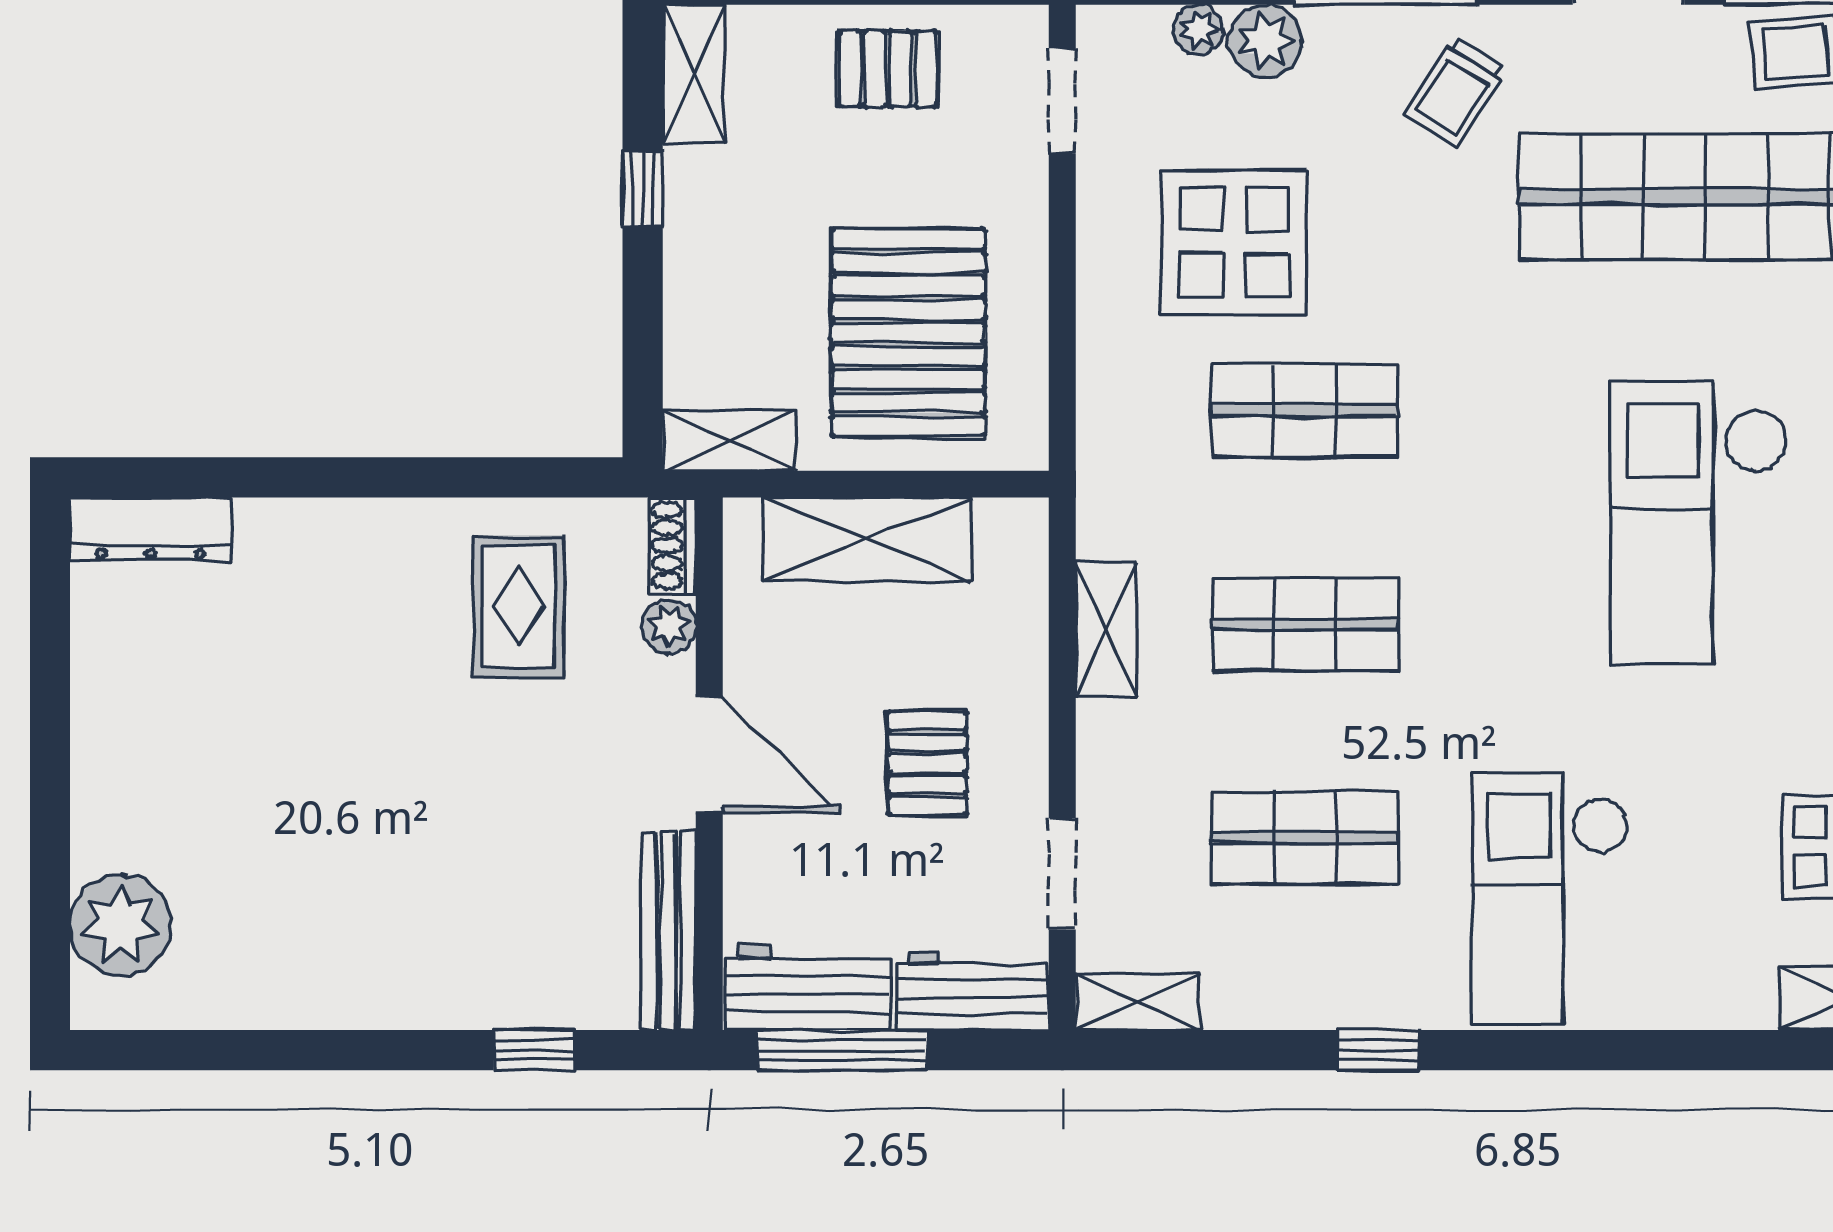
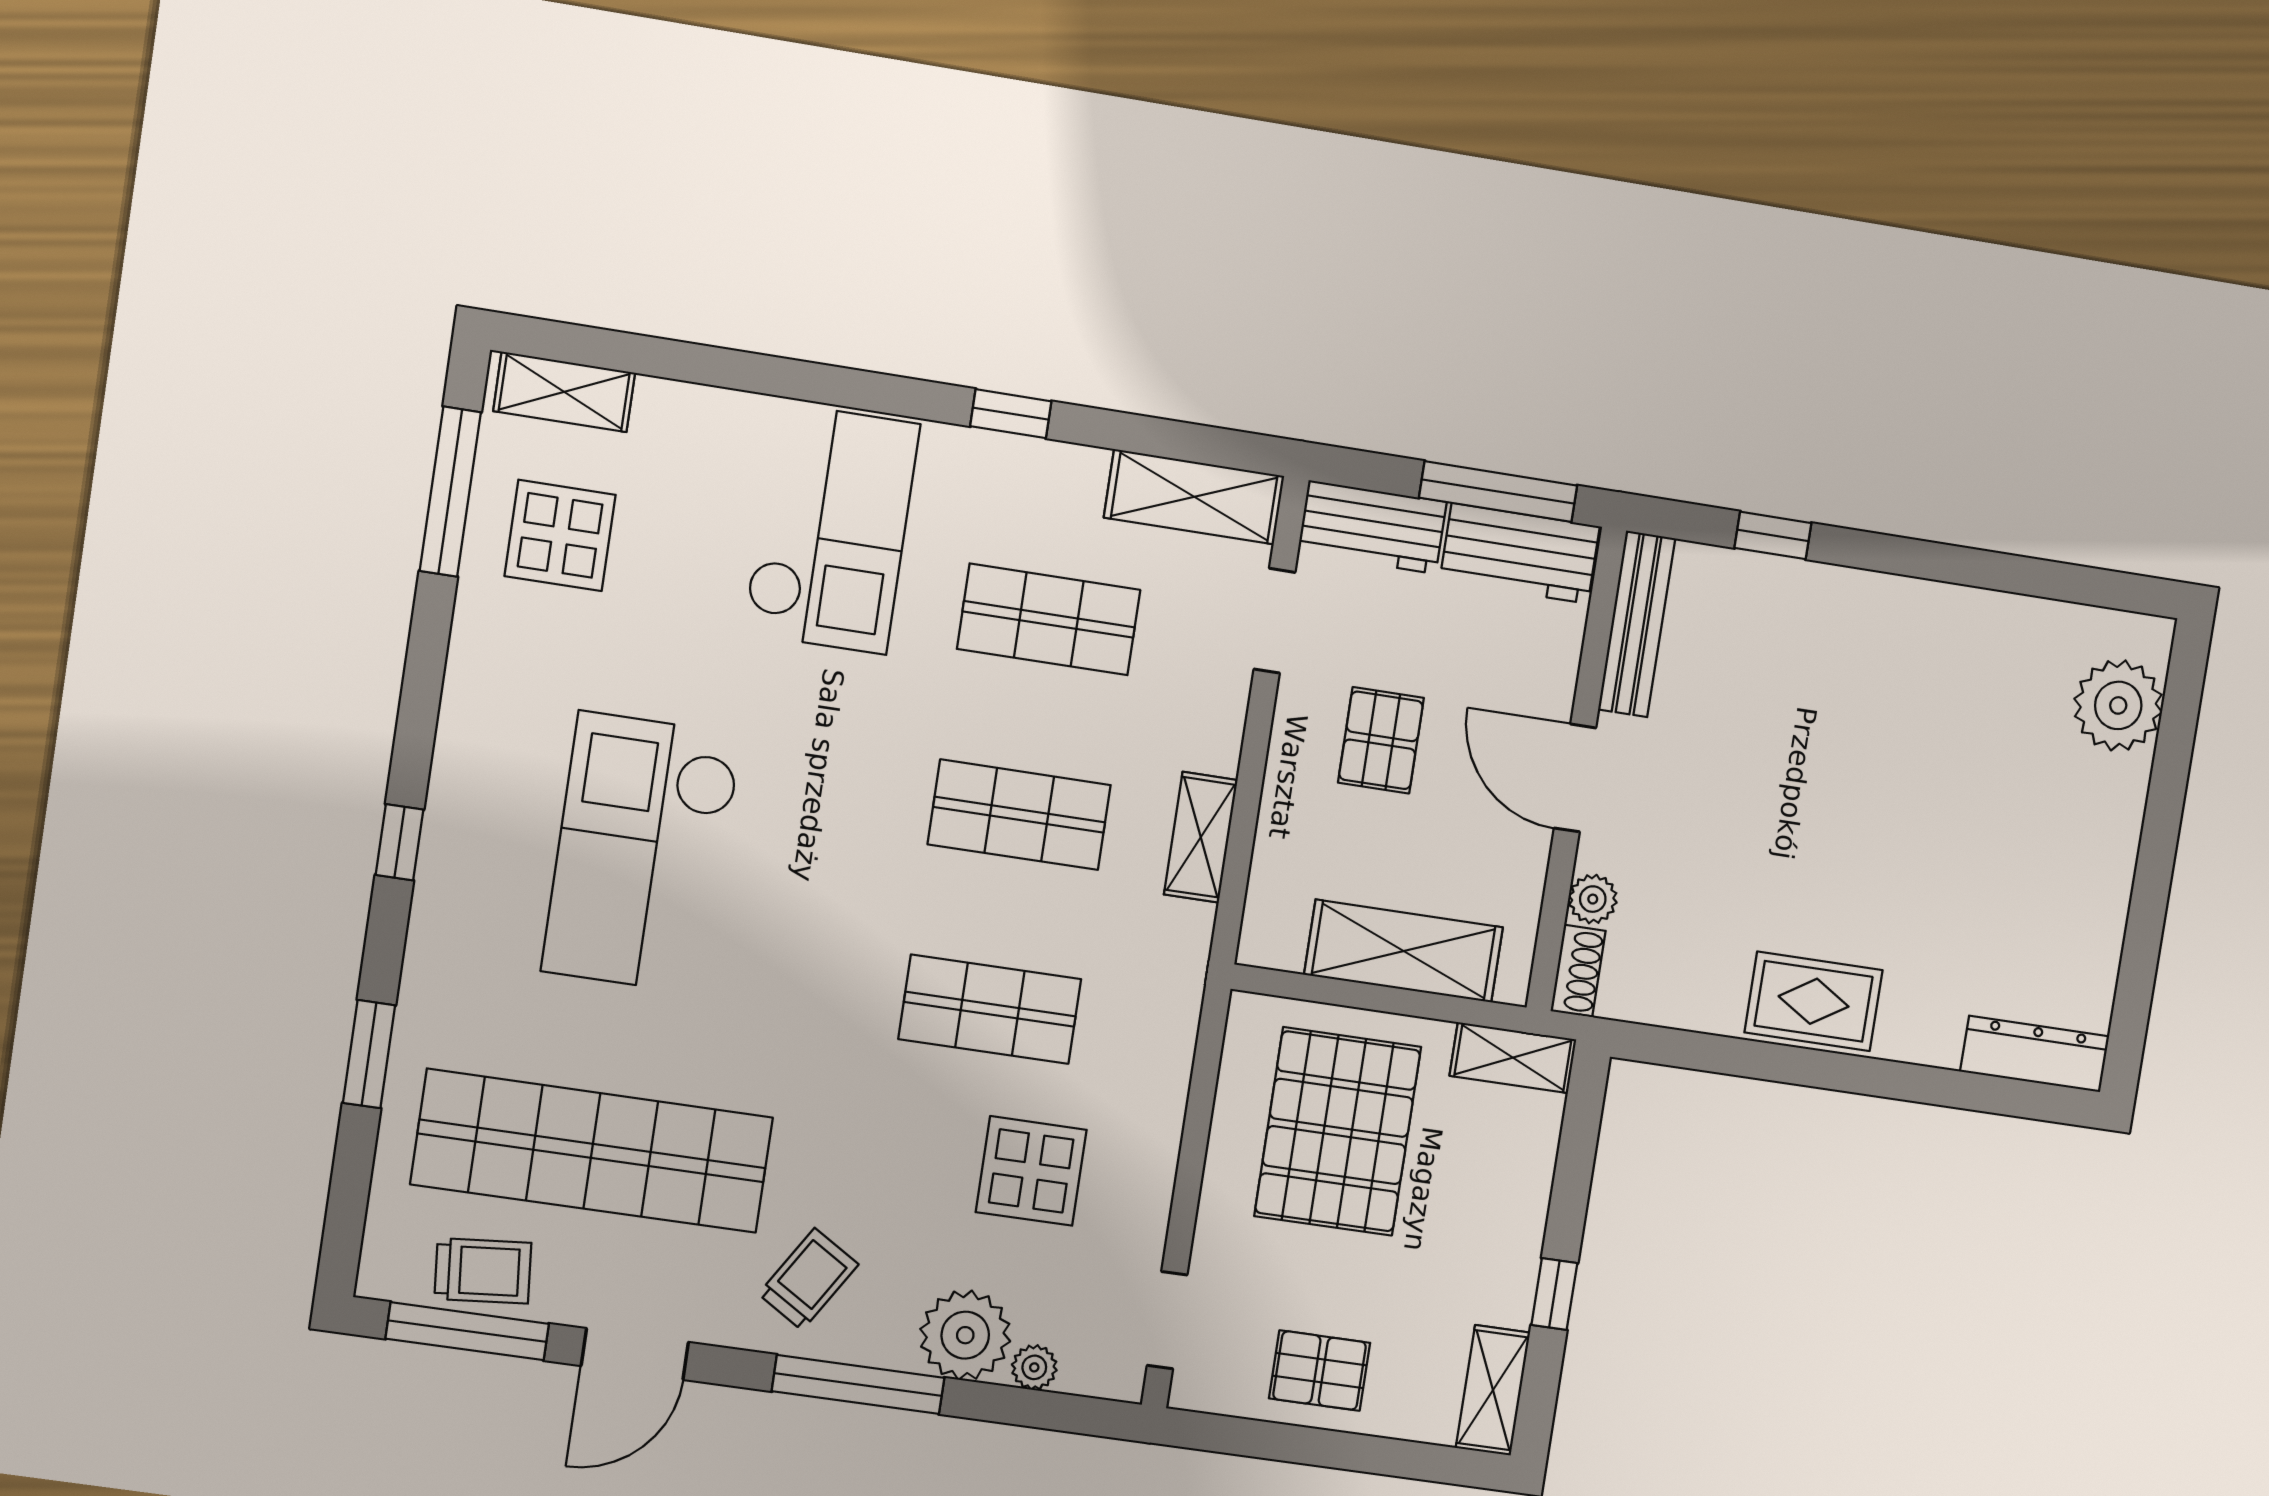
plant: (1265, 41) -> (965, 1335), width x1.36, depth x1.36
display table: (1234, 242) -> (1031, 1171), width x0.73, depth x0.73
checkout: (1699, 523) -> (642, 853), turned 180
rug: (518, 607) -> (1814, 1001), moved, turned 90
shelving: (1138, 1002) -> (1194, 497), width x1.50, depth x1.33

